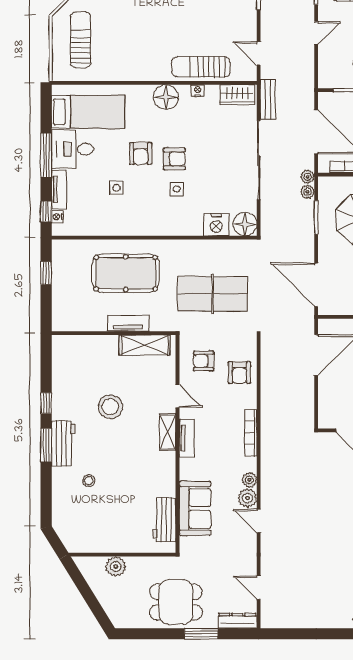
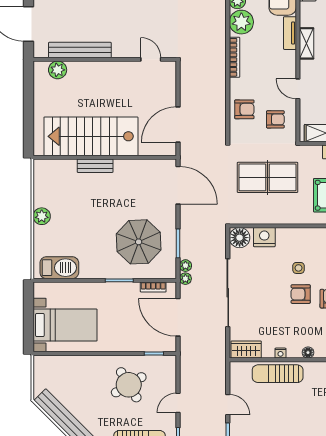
door: (259, 53) -> (228, 405), moved
sun lounger: (201, 67) -> (278, 374), turned 180
floor lamp: (166, 97) -> (308, 353), width x0.53, depth x0.53
bench: (268, 99) -> (220, 345), removed
armchair: (239, 373) -> (244, 109), turned 90
shelving: (168, 432) -> (306, 43), moved
tv unit: (187, 438) -> (290, 33), moved
plant: (249, 480) -> (241, 22), width x1.88, depth x1.88

